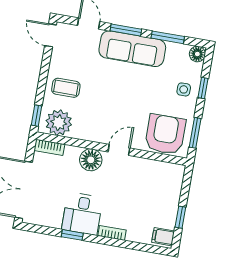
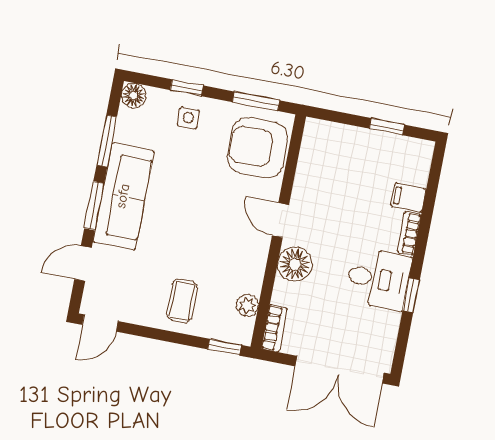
plant: (59, 123) -> (247, 305), width x0.53, depth x0.53
filing cabinet: (163, 237) -> (408, 197), moved, turned 90

